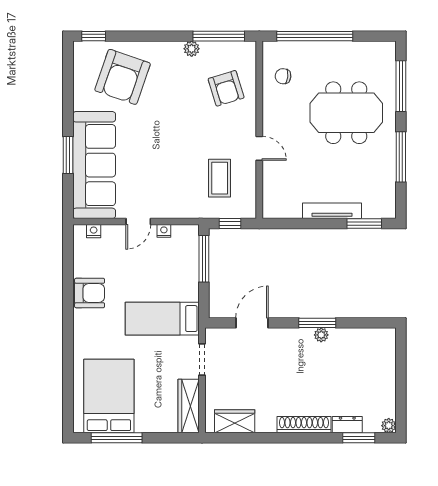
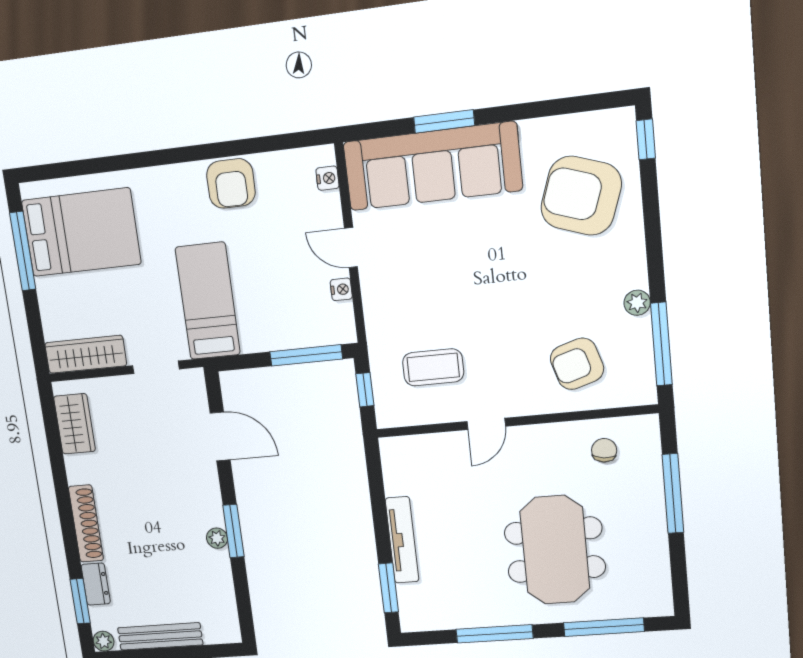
window: (315, 36) -> (673, 493), width x0.68
bench: (388, 385) -> (160, 636), added

